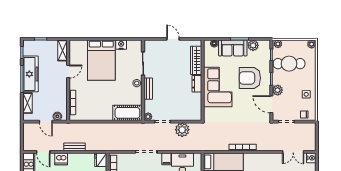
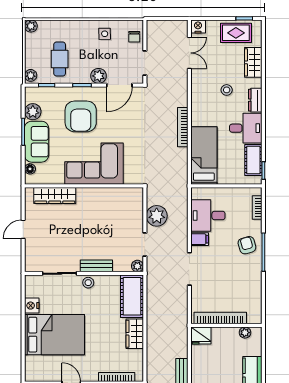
cafe table: (289, 64) -> (60, 59), width x0.73, depth x0.74
dresser: (197, 84) -> (89, 194), removed
wardrobe: (102, 115) -> (135, 334), added

